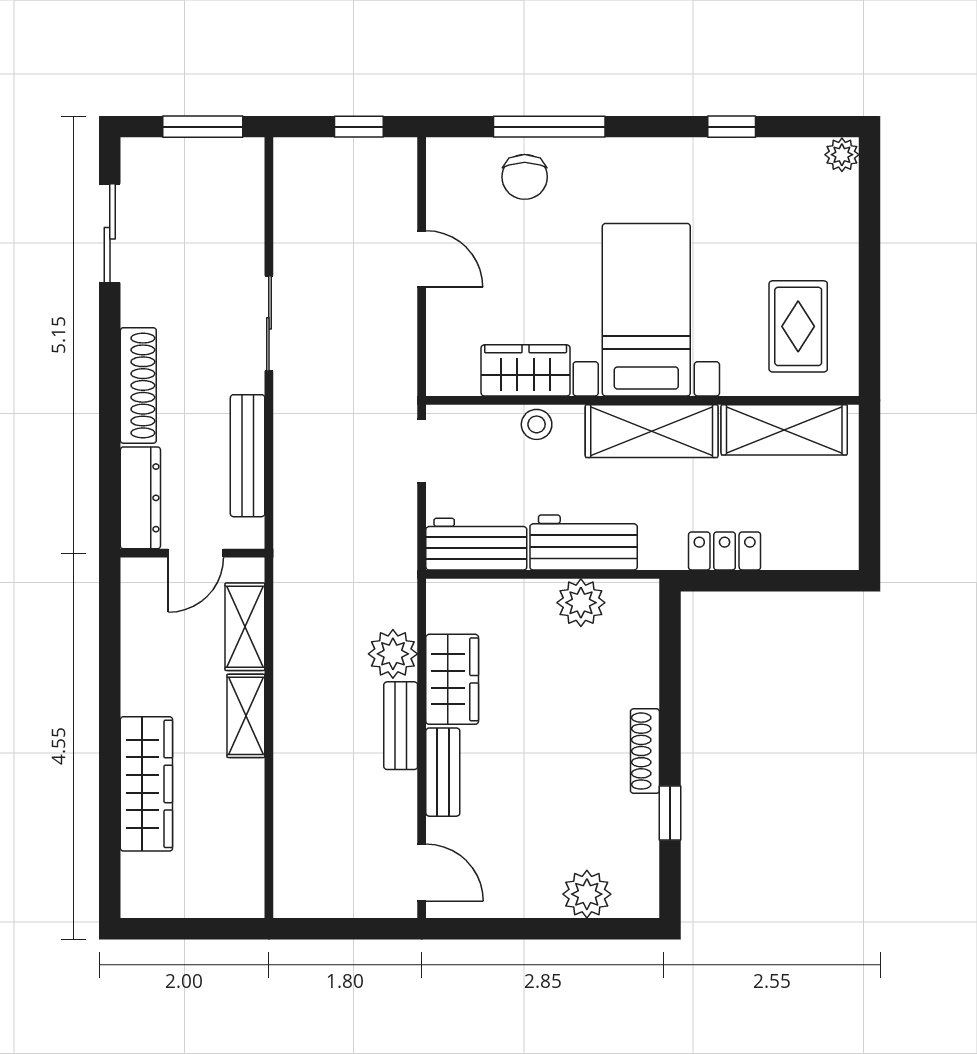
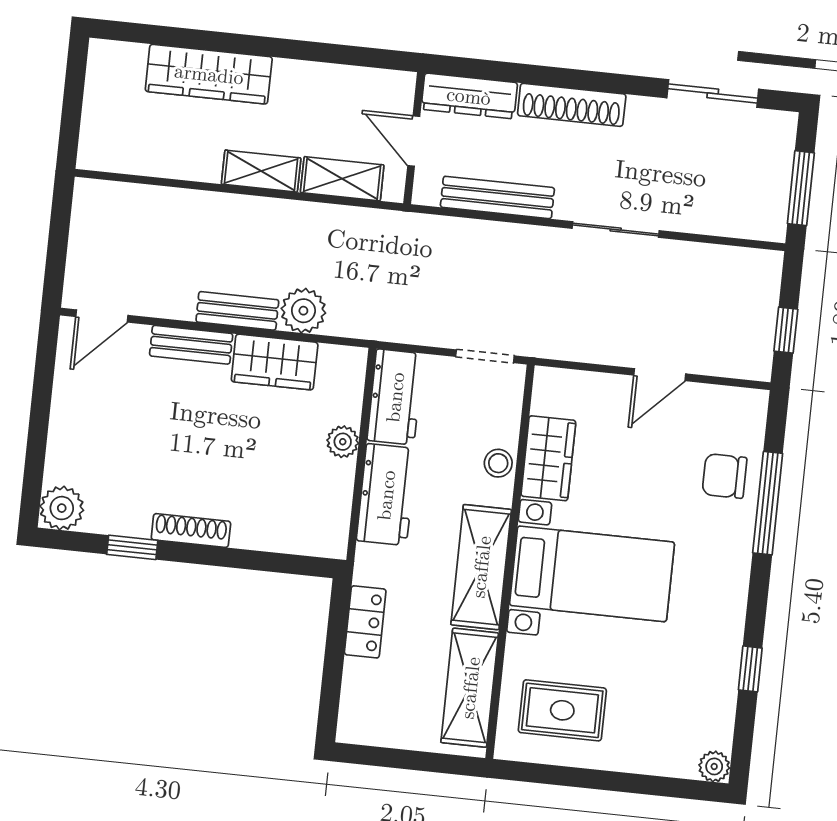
plant: (581, 603) -> (343, 442), moved, width x0.73, depth x0.73
plant: (587, 894) -> (62, 508), moved

